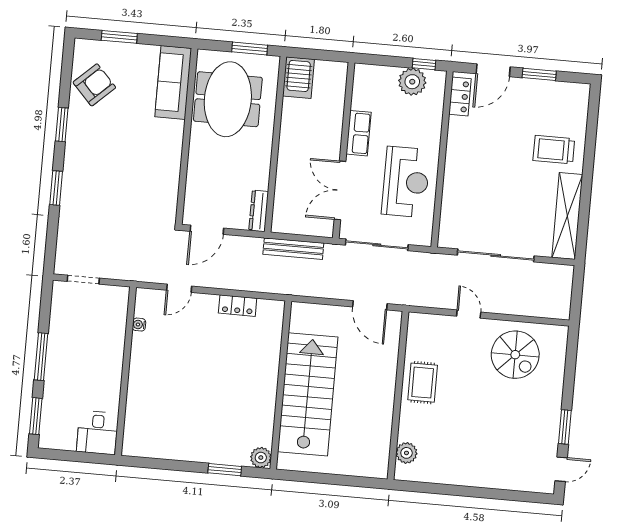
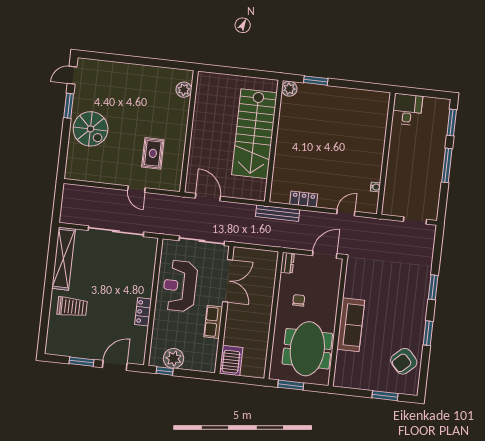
server rack: (299, 78) -> (231, 360), moved
sofa: (173, 82) -> (351, 325), moved
locker: (460, 96) -> (143, 312), moved
chair: (241, 166) -> (299, 300), added
dresser: (259, 211) -> (287, 263), width x0.70
bench: (293, 249) -> (278, 213), moved
spiral stairs: (515, 355) -> (91, 129), moved, turned 180
rug: (423, 383) -> (153, 153), moved

